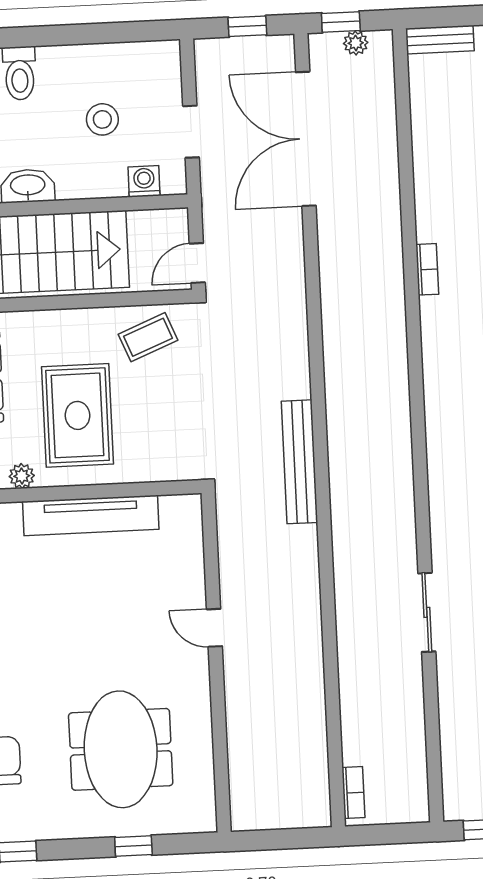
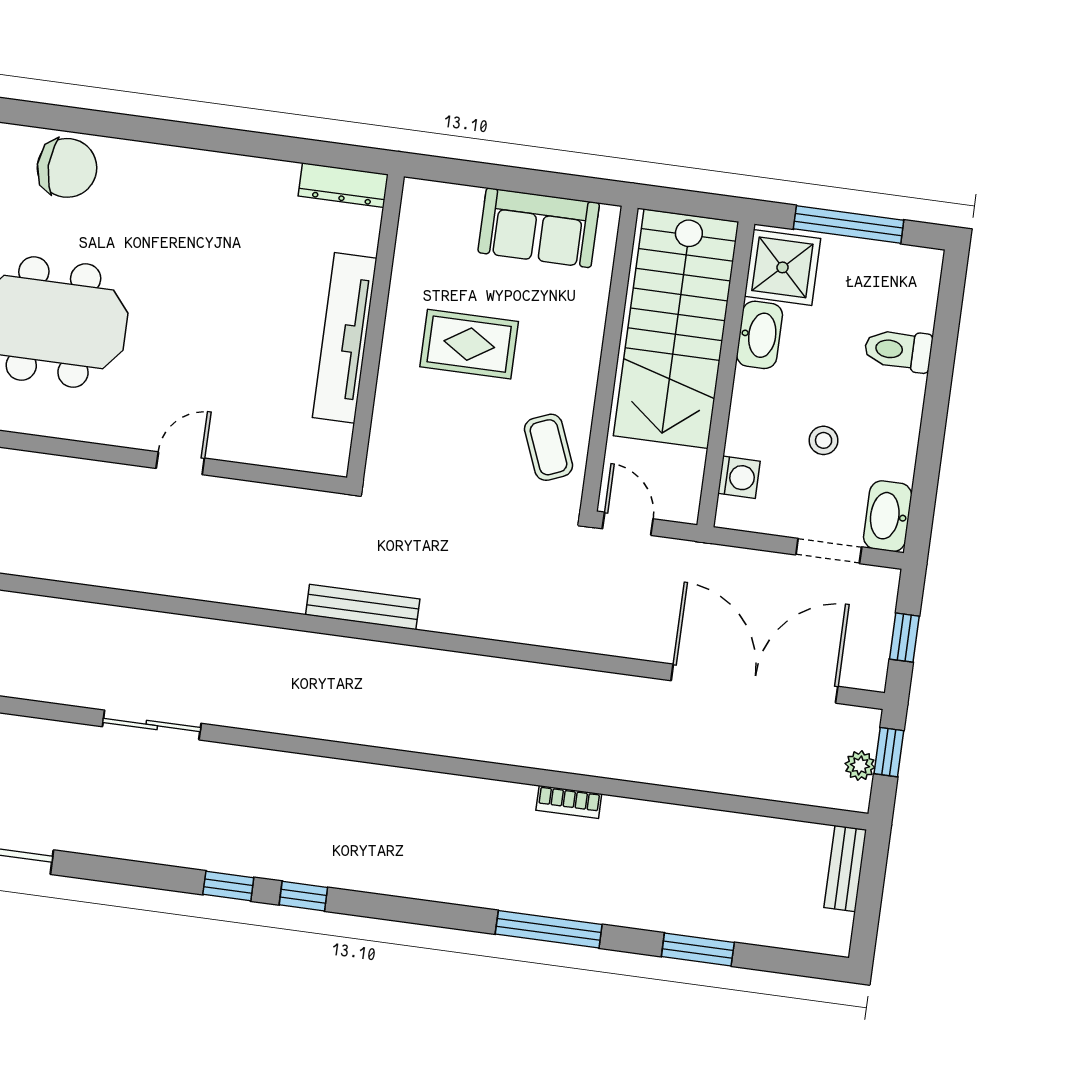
washbasin: (153, 57) -> (888, 516), added
stool: (102, 119) -> (824, 440), width x0.73, depth x0.73
doorway: (191, 132) -> (829, 551), moved
rug: (77, 415) -> (469, 344), width x0.73, depth x0.70
bench: (299, 462) -> (363, 607), width x0.73, depth x0.82
plant: (22, 476) -> (408, 263), removed

